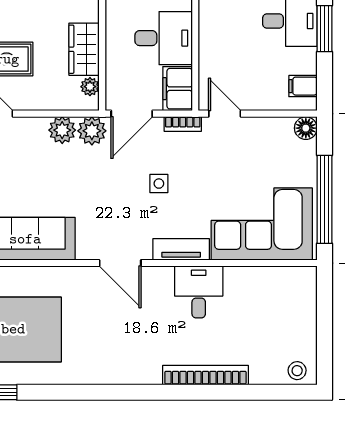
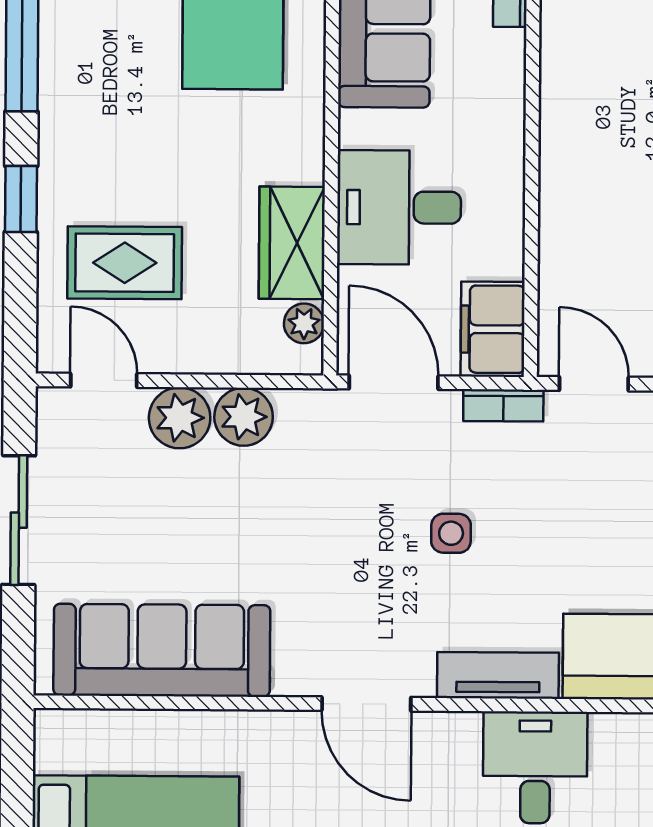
desk: (164, 38) -> (399, 207), moved, turned 180
door: (132, 114) -> (394, 382), swing flipped
plant: (92, 131) -> (180, 418), moved

